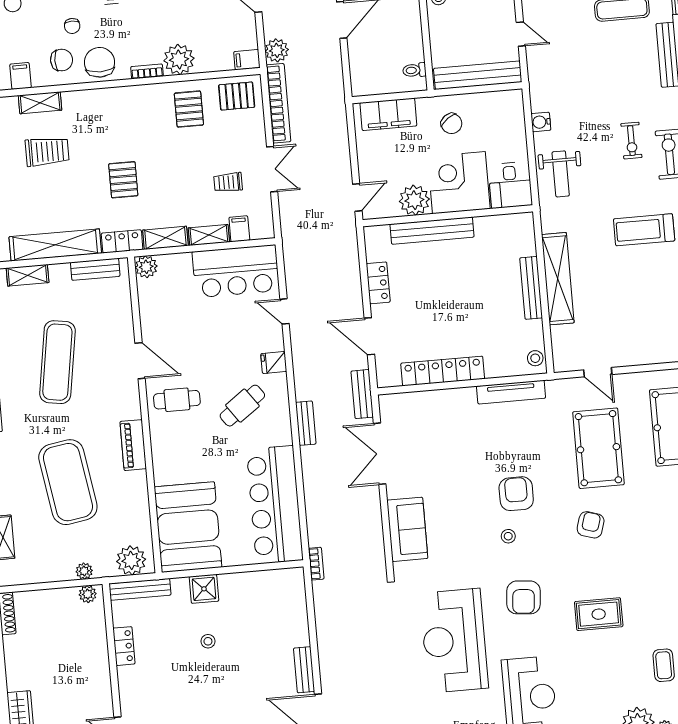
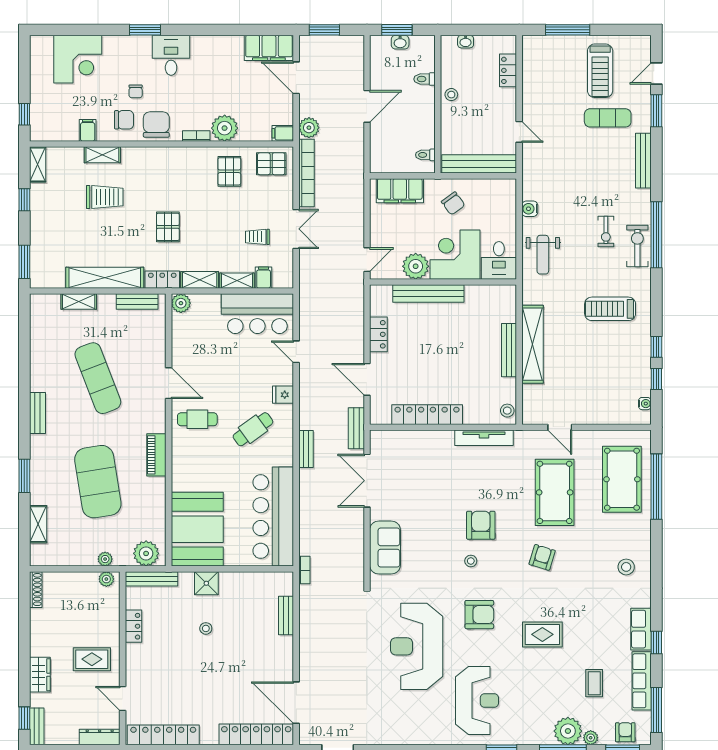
exercise mat: (57, 362) -> (98, 378), turned -30
armchair: (524, 597) -> (479, 615), turned -95
bench: (304, 670) -> (286, 616), moved
rug: (79, 689) -> (92, 659), added

